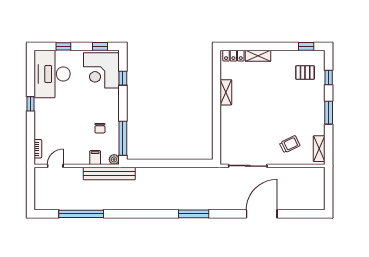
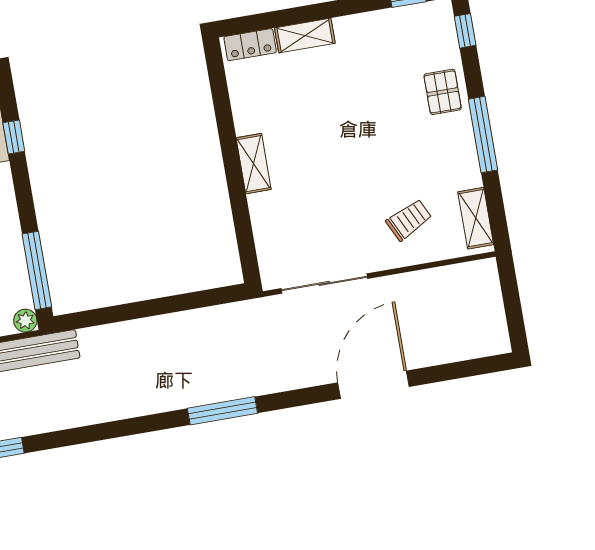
pallet: (305, 72) -> (443, 92), moved, turned 90
window: (329, 78) -> (465, 31), moved
shelving: (226, 92) -> (254, 164), moved
window: (329, 113) -> (483, 135), width x1.44

